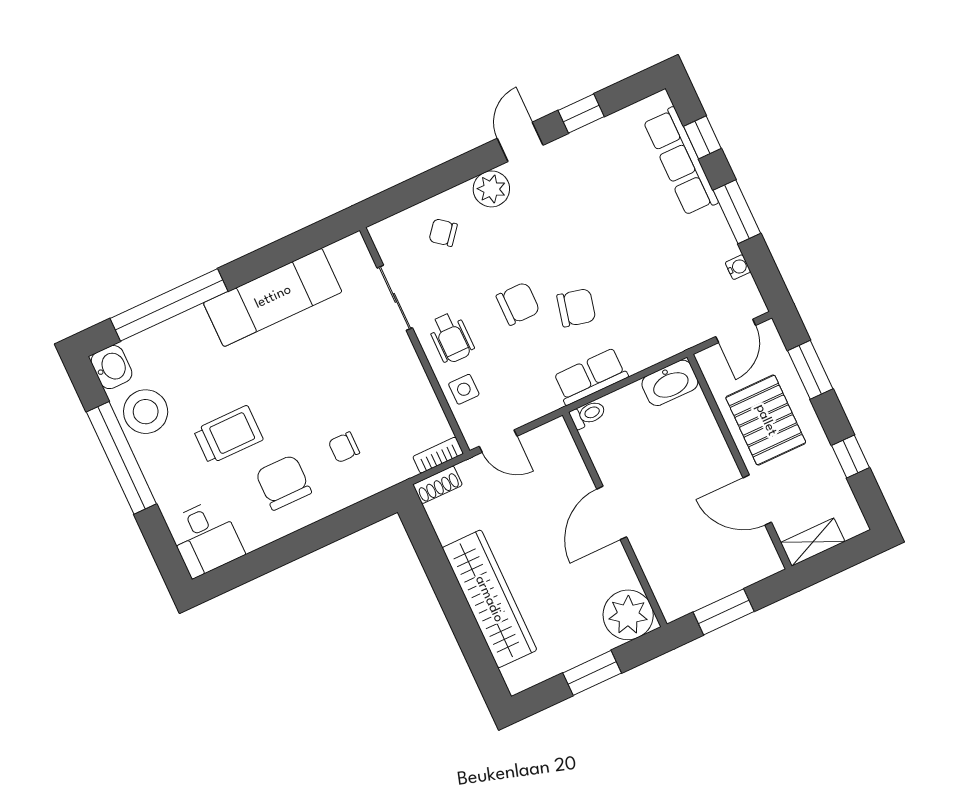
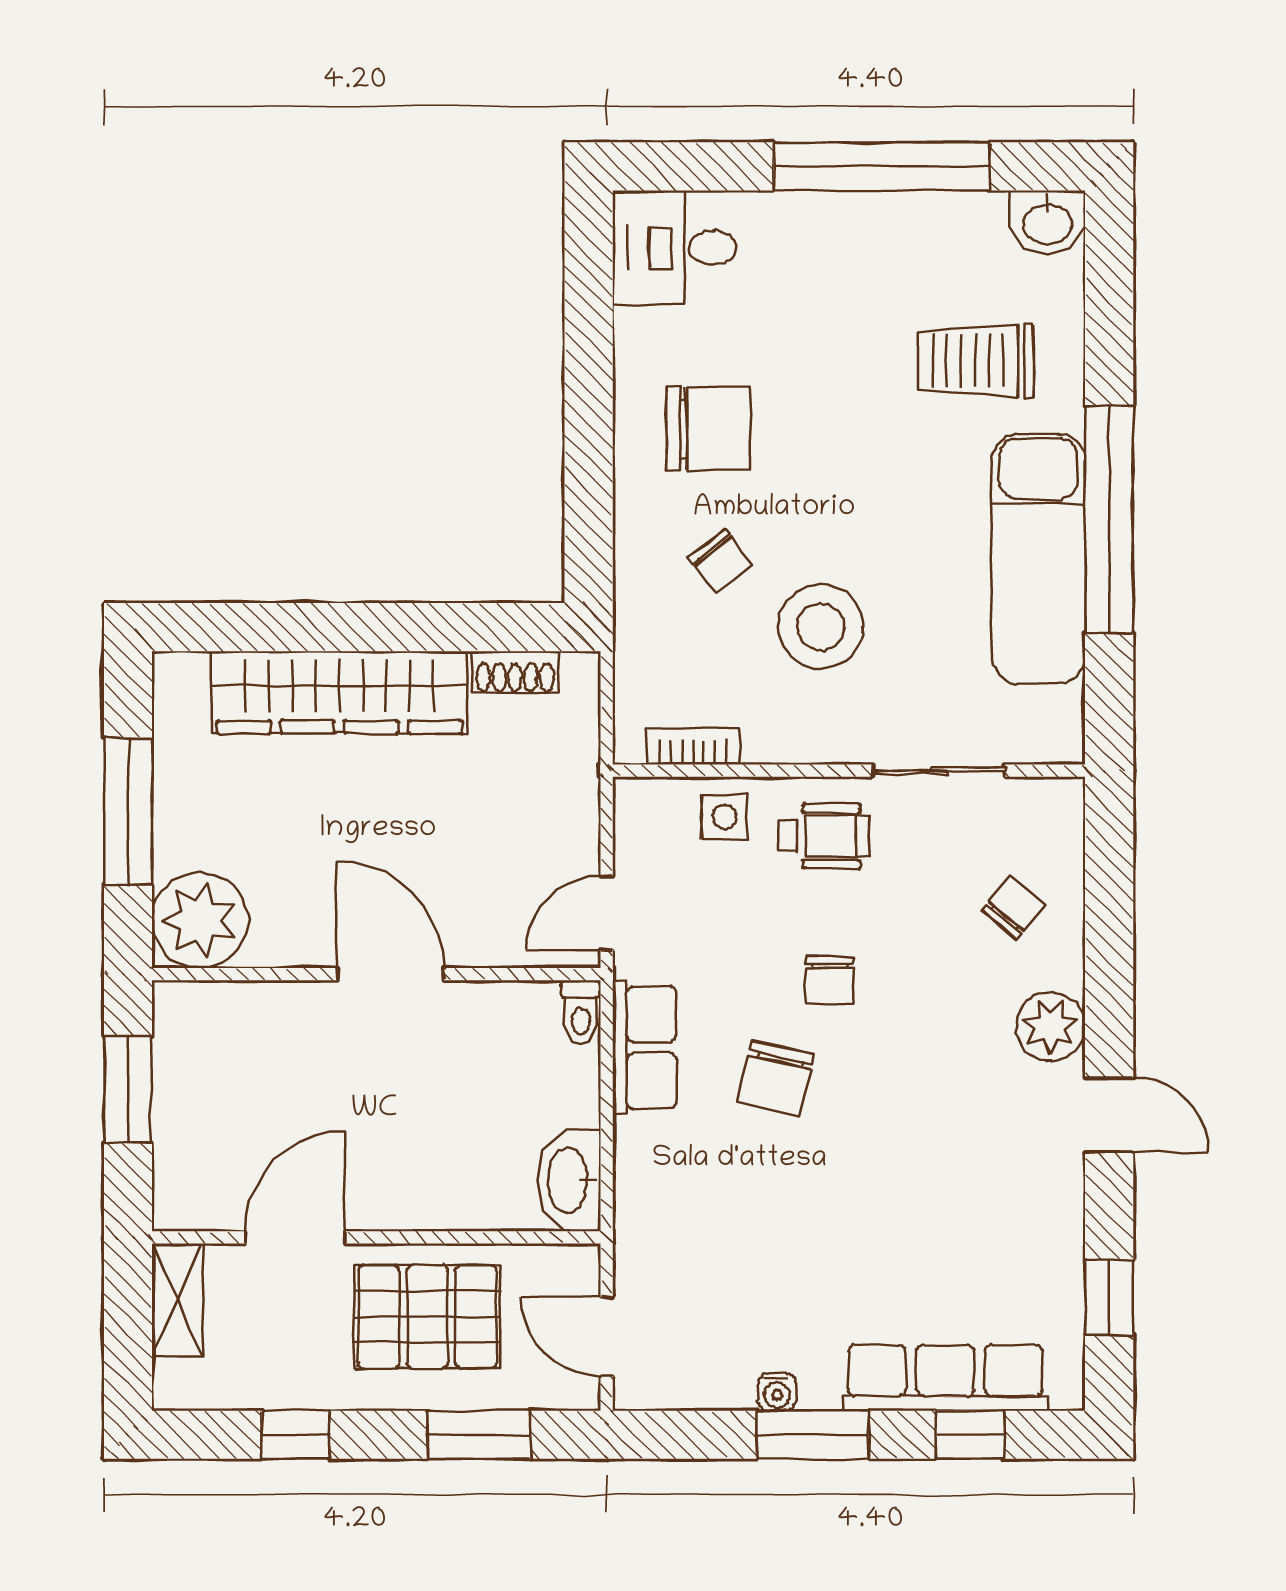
window: (581, 114) -> (1109, 1298), moved
water cooler: (738, 267) -> (777, 1392), moved
chair: (518, 304) -> (830, 980), width x0.73, depth x0.73
window: (169, 305) -> (1109, 520), moved
wheelchair: (451, 338) -> (824, 836), turned 180
stool: (146, 412) -> (821, 627), moved
trolley: (228, 435) -> (976, 361), moved, turned 90
door: (498, 441) -> (607, 913), moved
chair: (344, 447) -> (720, 562), turned 142
bookcase: (438, 455) -> (693, 746), moved, turned -90
shoe rack: (438, 485) -> (515, 672), moved, turned -90
window: (592, 673) -> (128, 811), width x1.44

